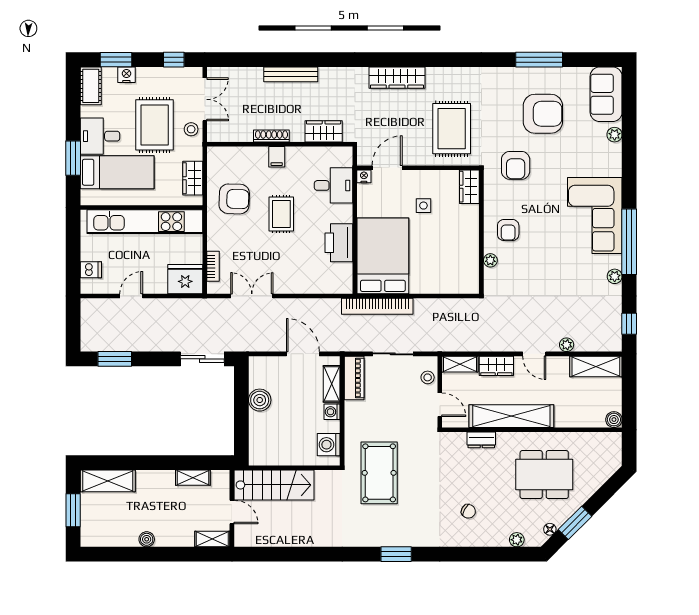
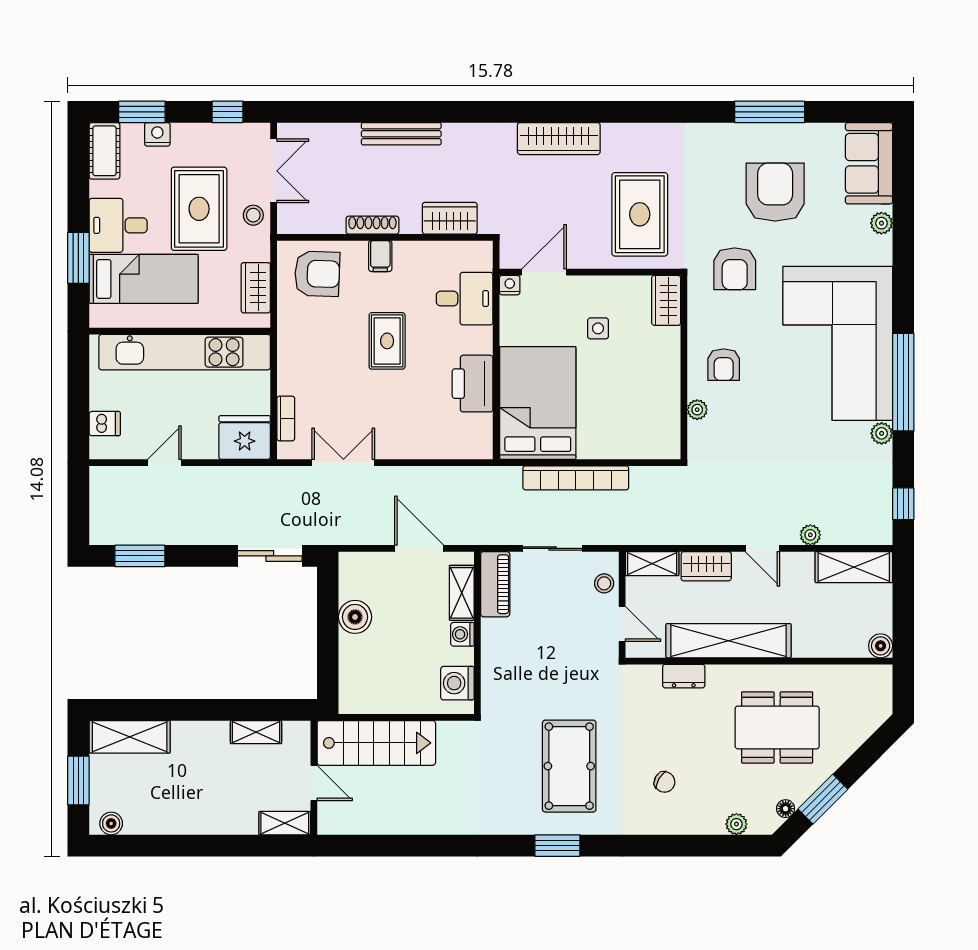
armchair: (543, 114) -> (775, 192), turned -90
armchair: (234, 199) -> (317, 274), moved
corner sofa: (595, 216) -> (838, 343), width x1.36, depth x1.36
bookcase: (377, 306) -> (576, 478), moved
pool table: (379, 473) -> (569, 766), moved
boiler: (147, 539) -> (111, 823), moved

